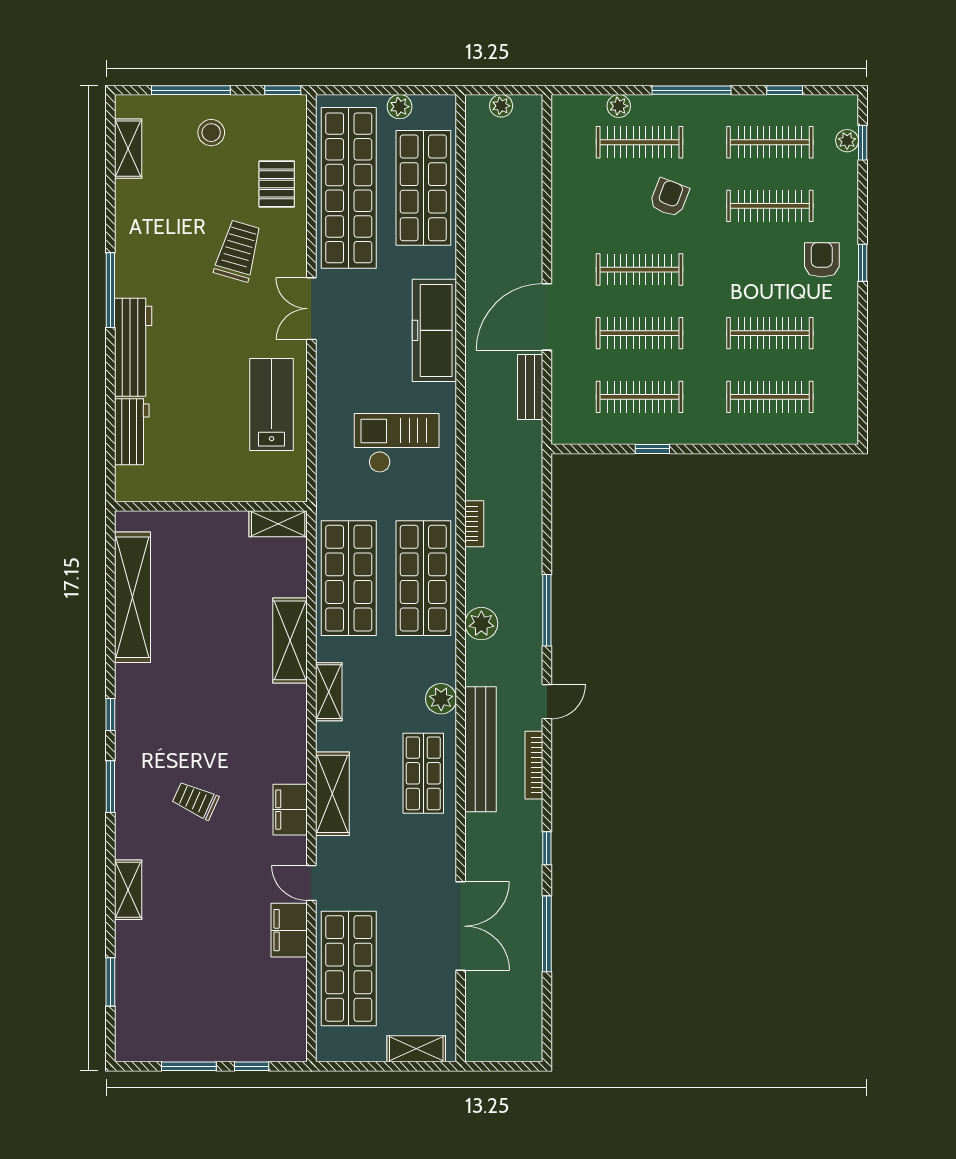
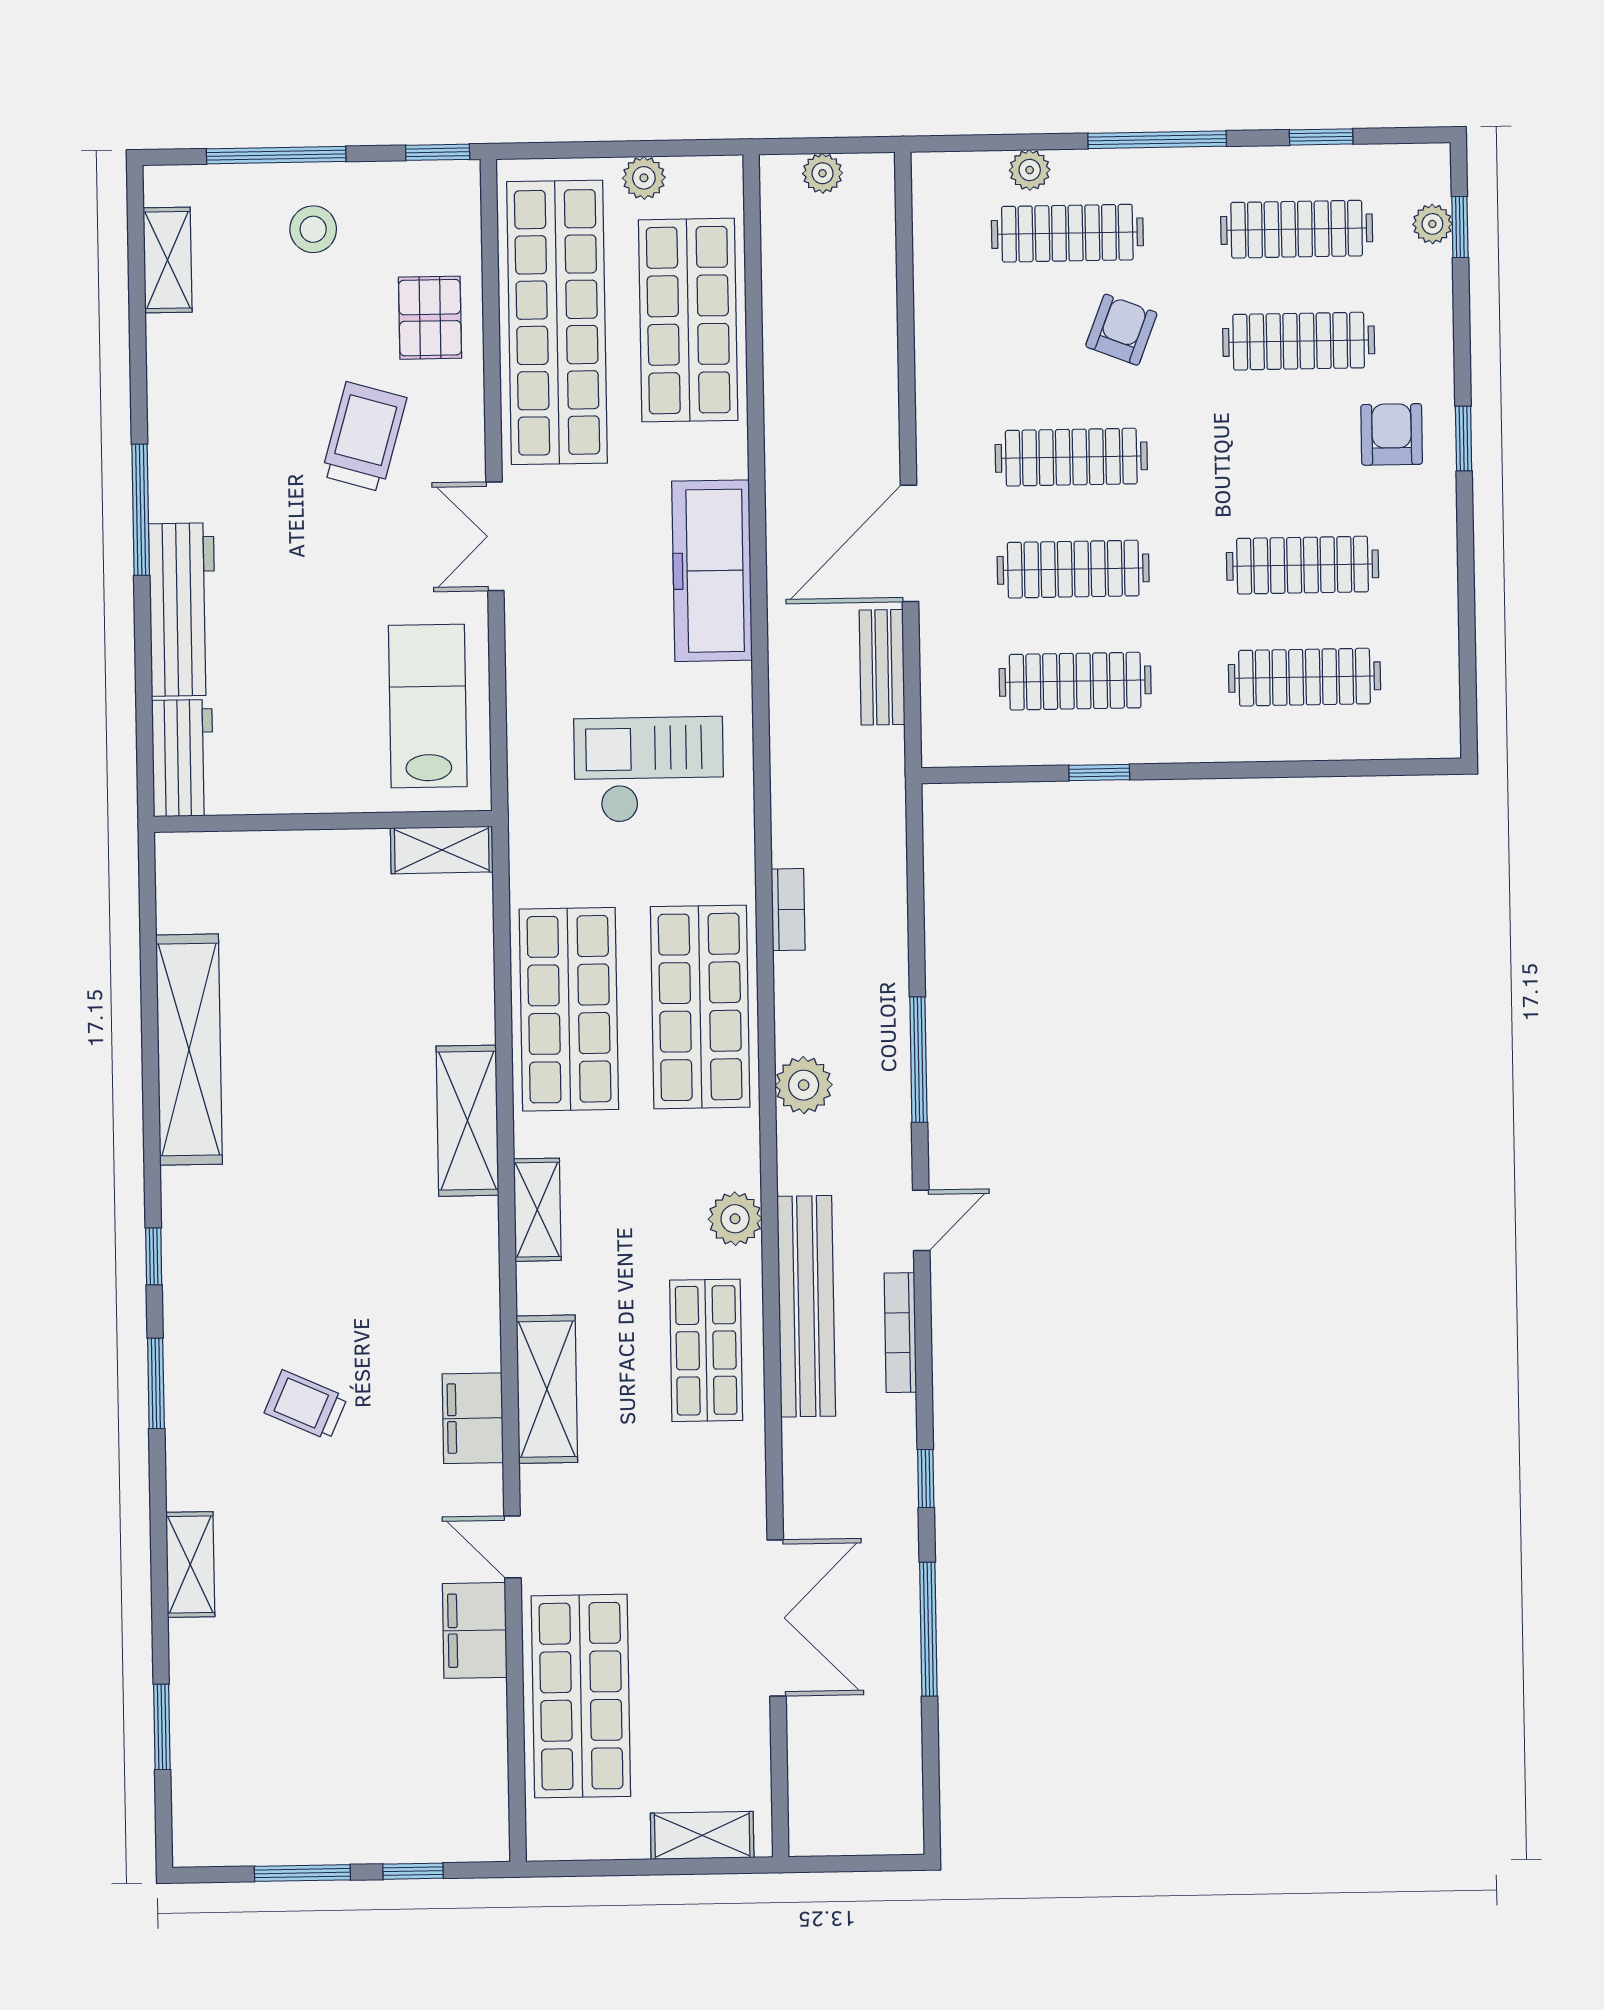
wall: (211, 506) -> (323, 821), moved
shelving: (278, 524) -> (442, 850), moved

